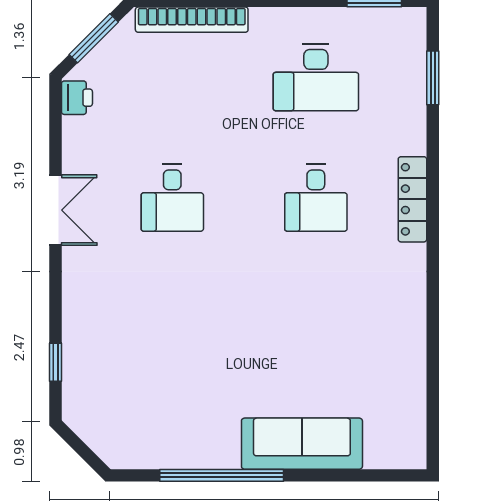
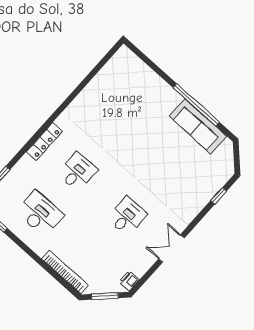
sofa: (302, 444) -> (198, 126), moved

